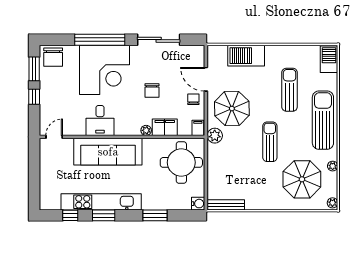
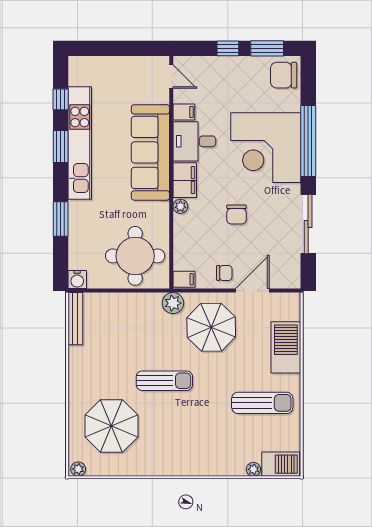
sun lounger: (290, 90) -> (262, 403), moved
chair: (152, 91) -> (237, 215), turned -90
sun lounger: (323, 120) -> (195, 456), removed
filing cabinet: (165, 127) -> (185, 180), moved
filing cabinet: (79, 128) -> (184, 112), added
plant: (333, 166) -> (253, 469), moved

